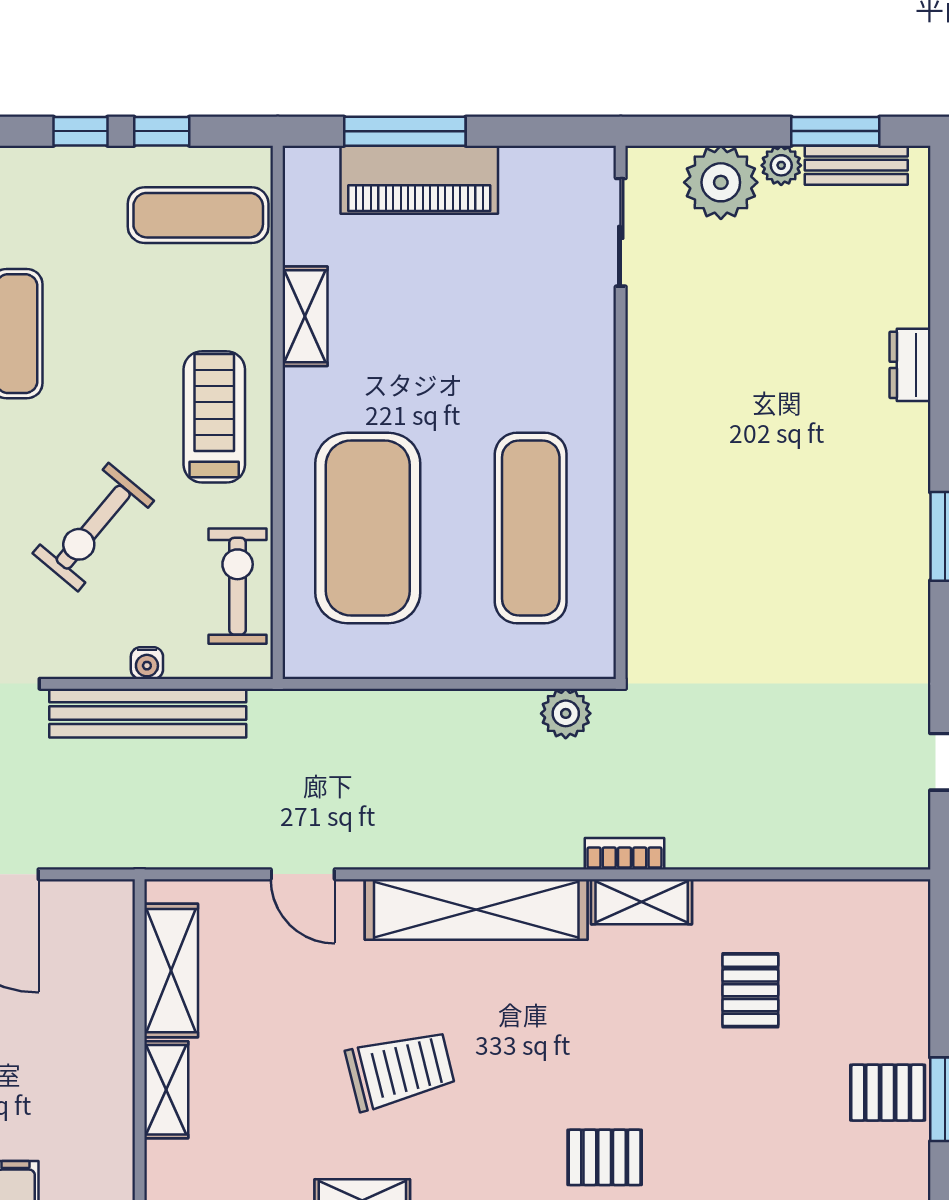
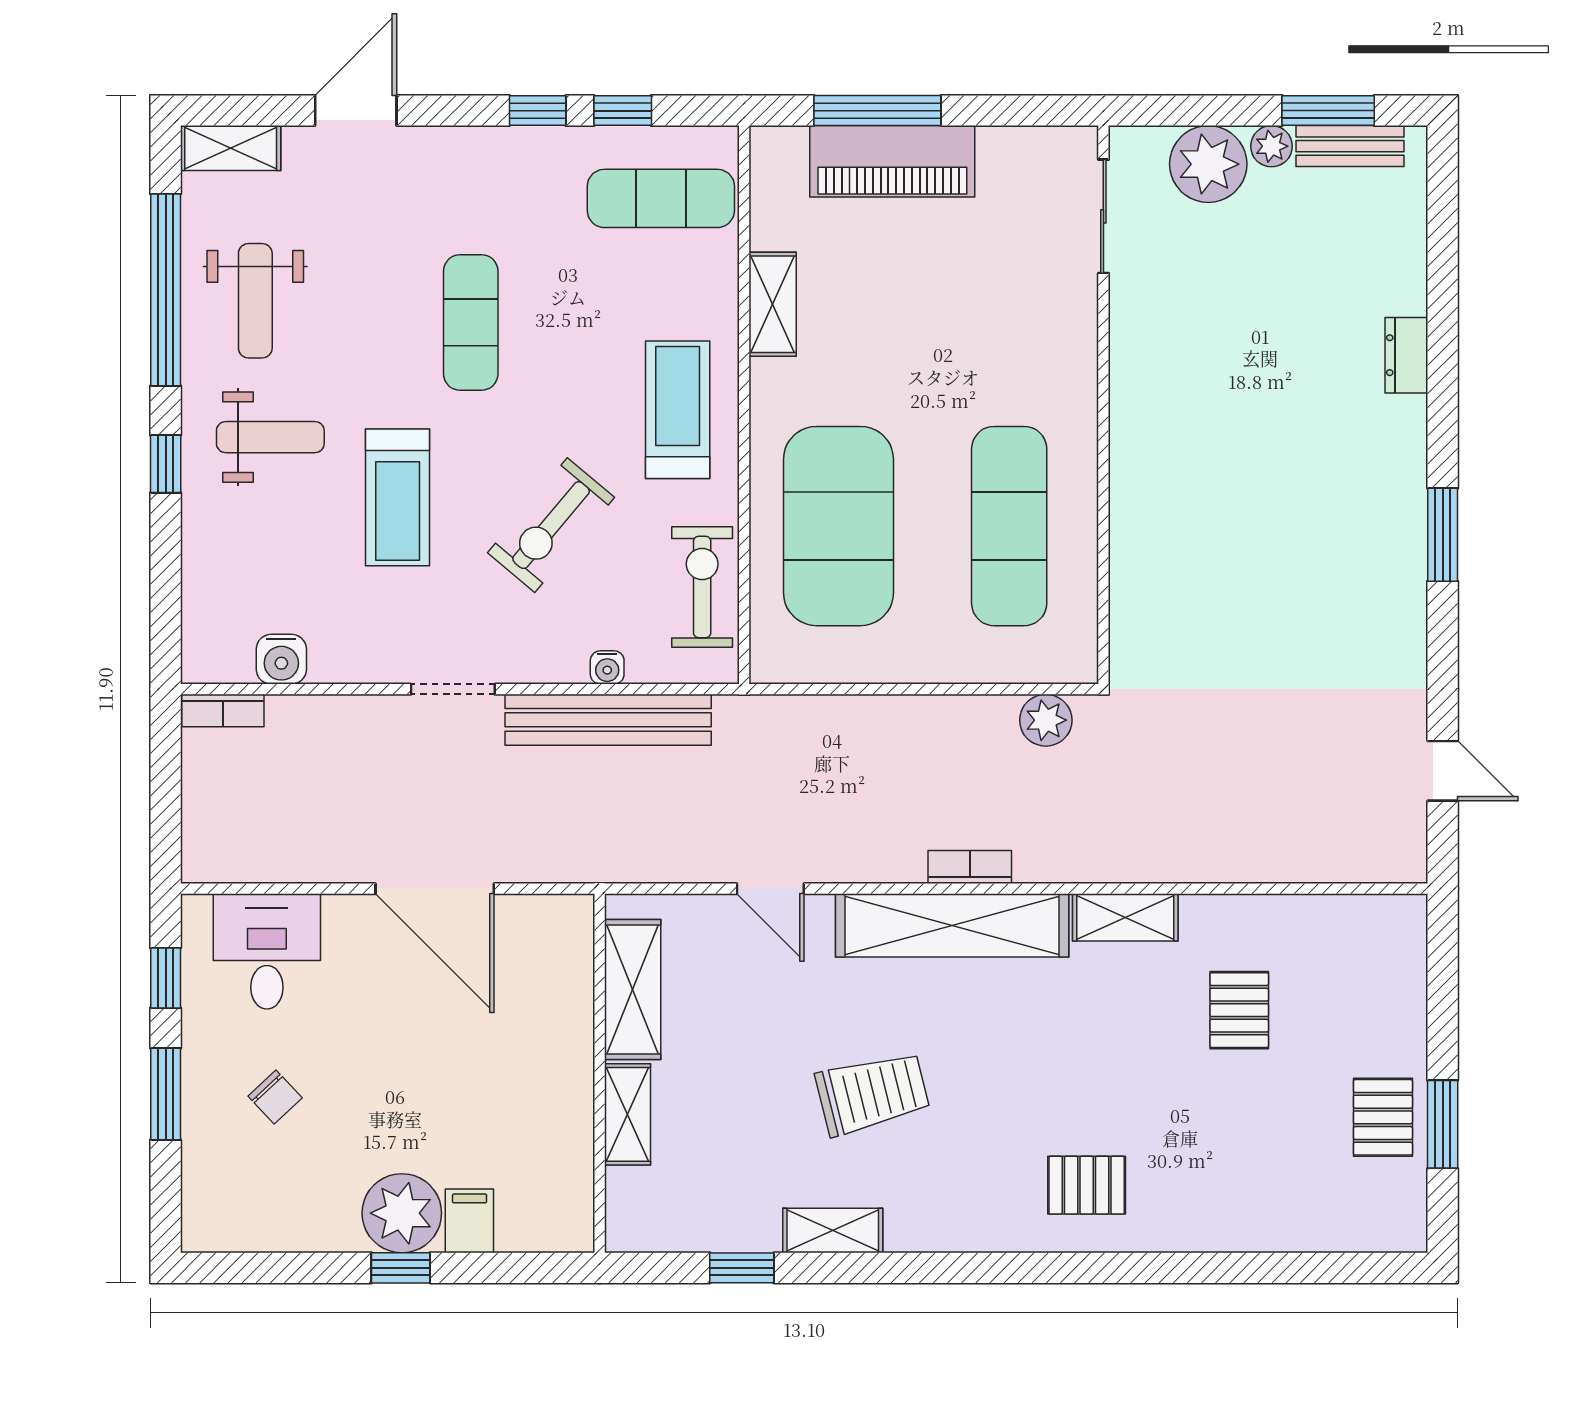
bookcase: (624, 854) -> (970, 867), moved
pallet: (888, 1093) -> (1383, 1117), turned 90

